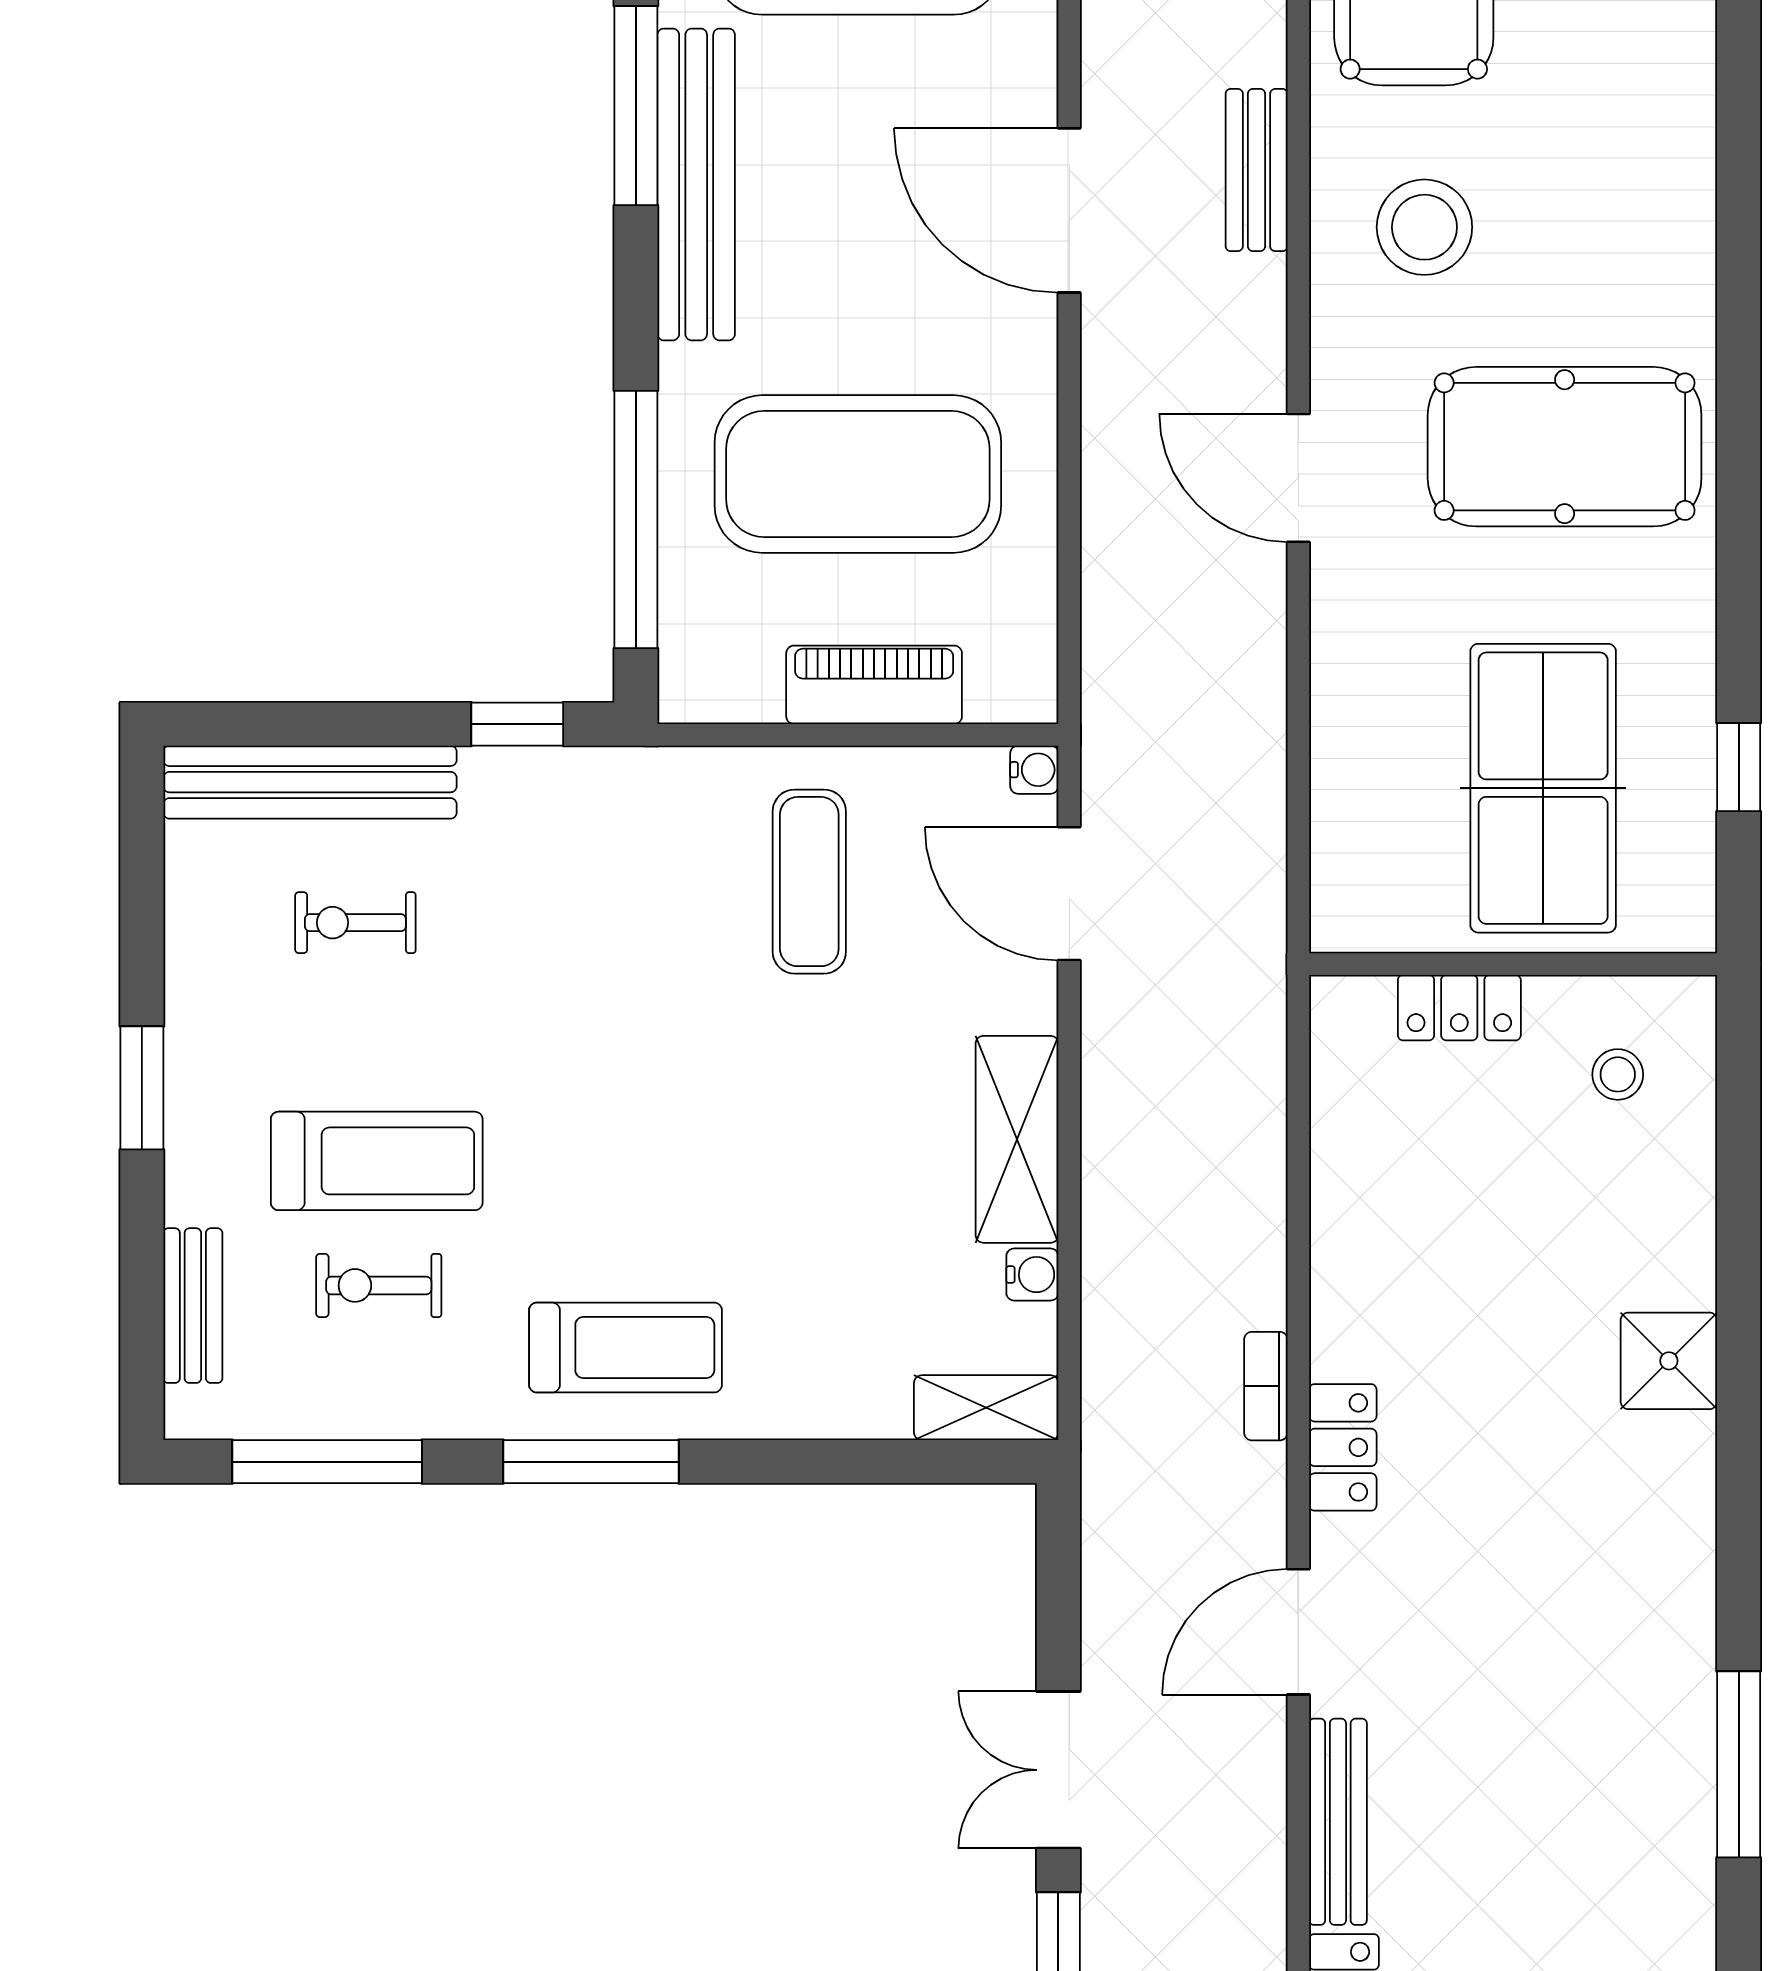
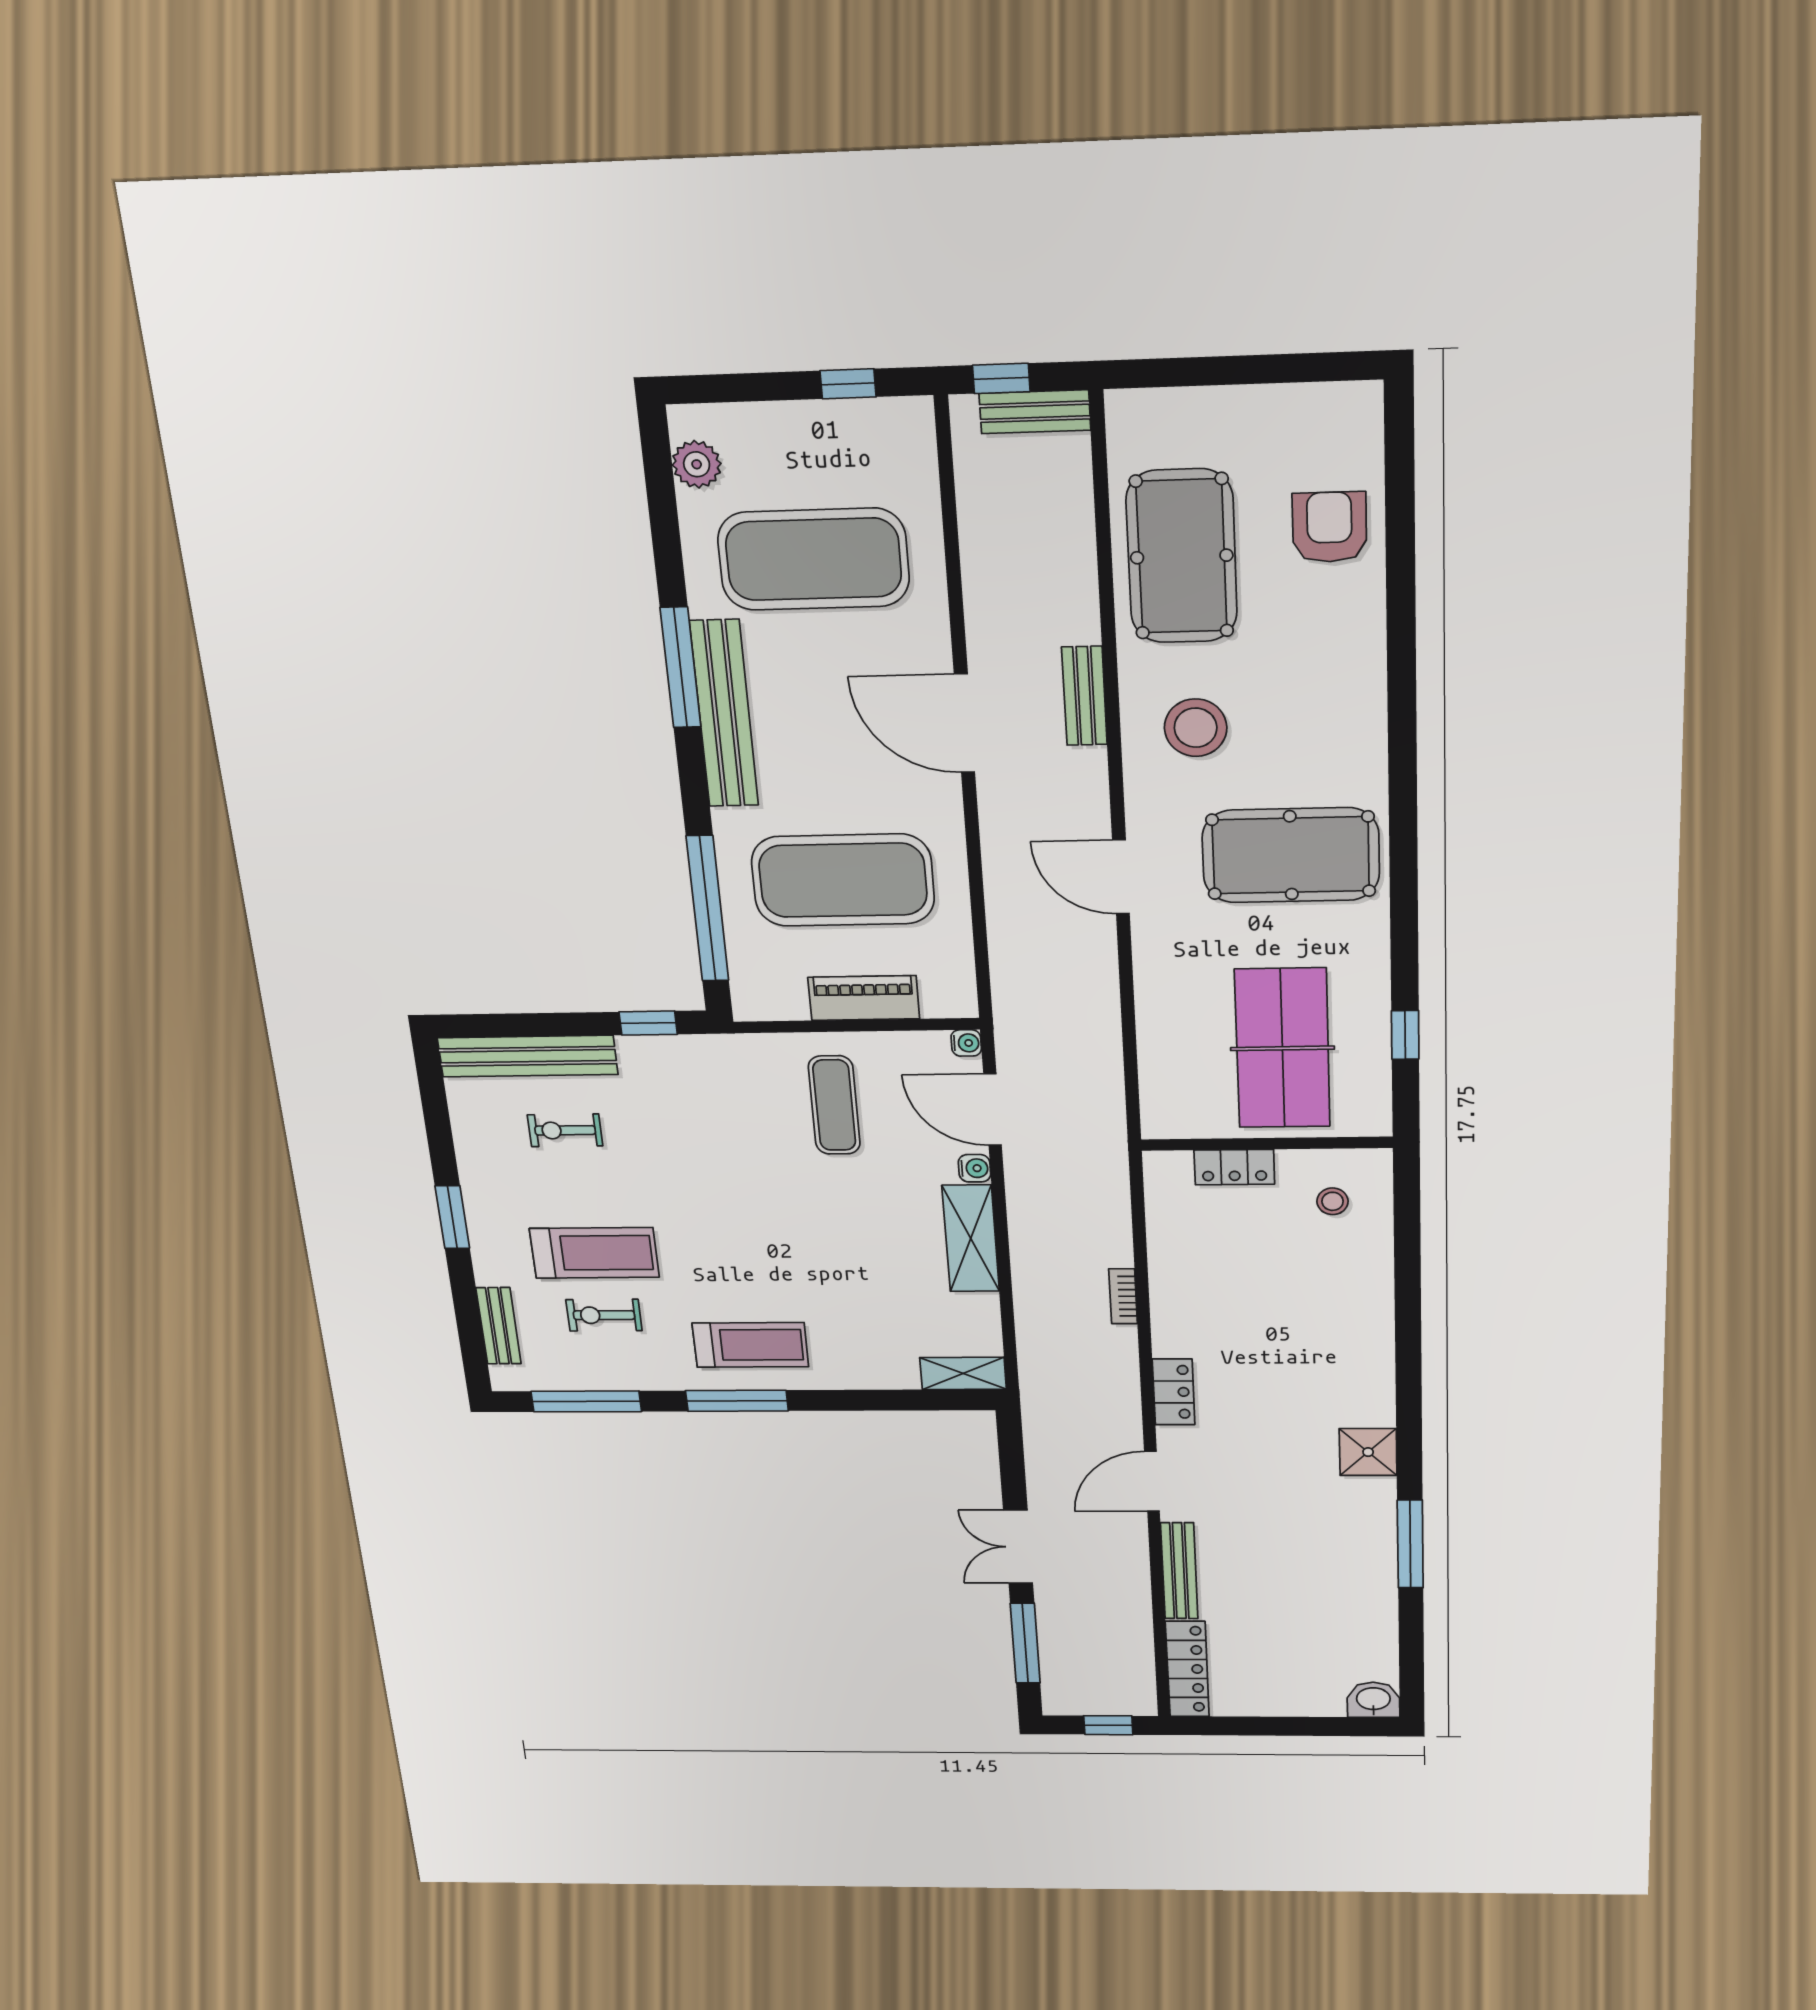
water cooler: (1032, 1275) -> (975, 1168), moved
shower: (1669, 1361) -> (1368, 1452), moved
bookcase: (1266, 1386) -> (1123, 1296), moved

